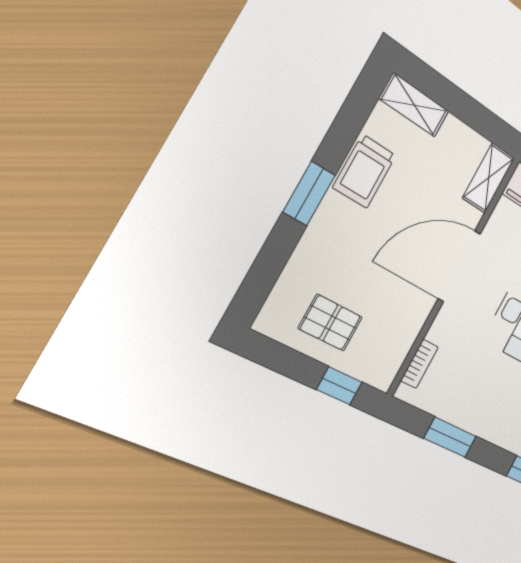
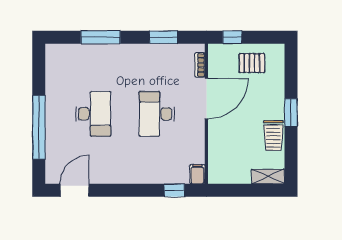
trolley: (365, 171) -> (273, 136), turned 180
shelving: (489, 178) -> (215, 167), removed
door: (459, 266) -> (206, 99), moved

